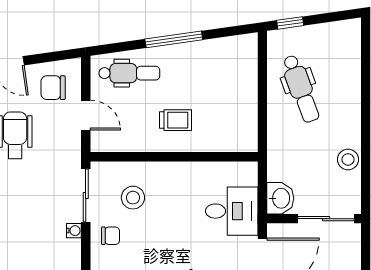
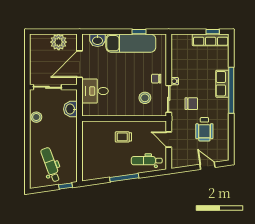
chair: (53, 88) -> (191, 104), moved
dental chair: (301, 89) -> (51, 165), moved
washbasin: (280, 198) -> (70, 109), moved

